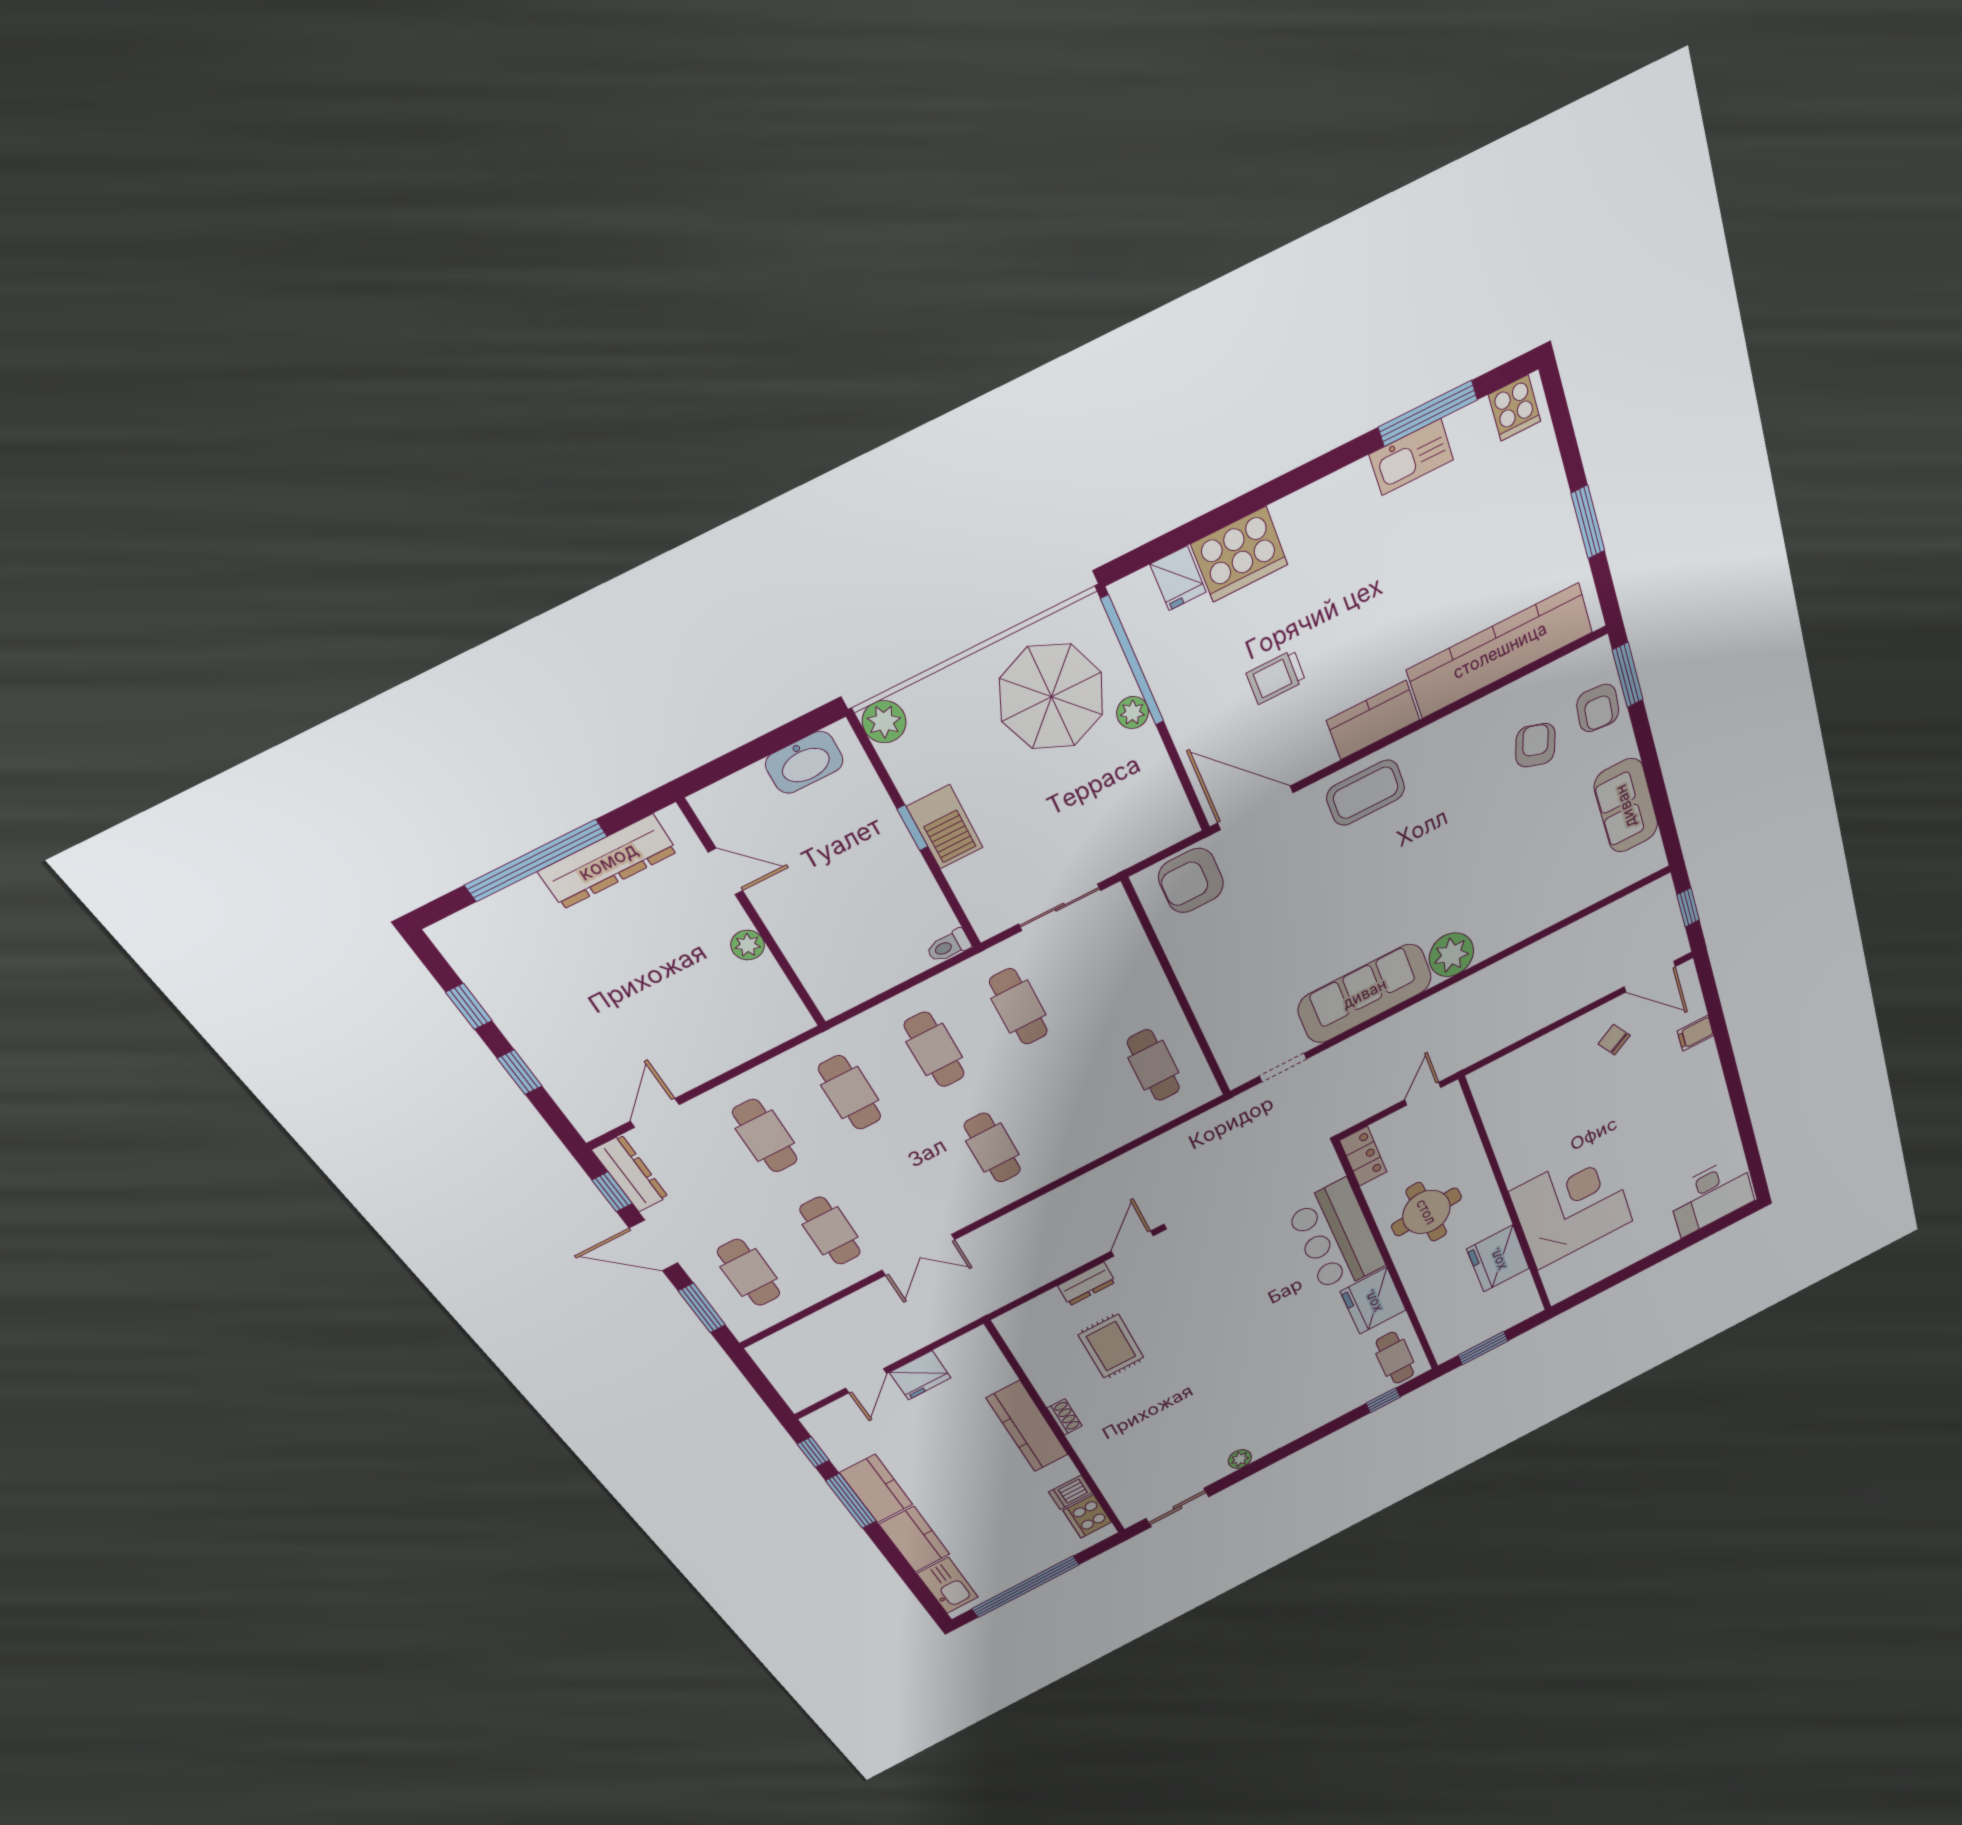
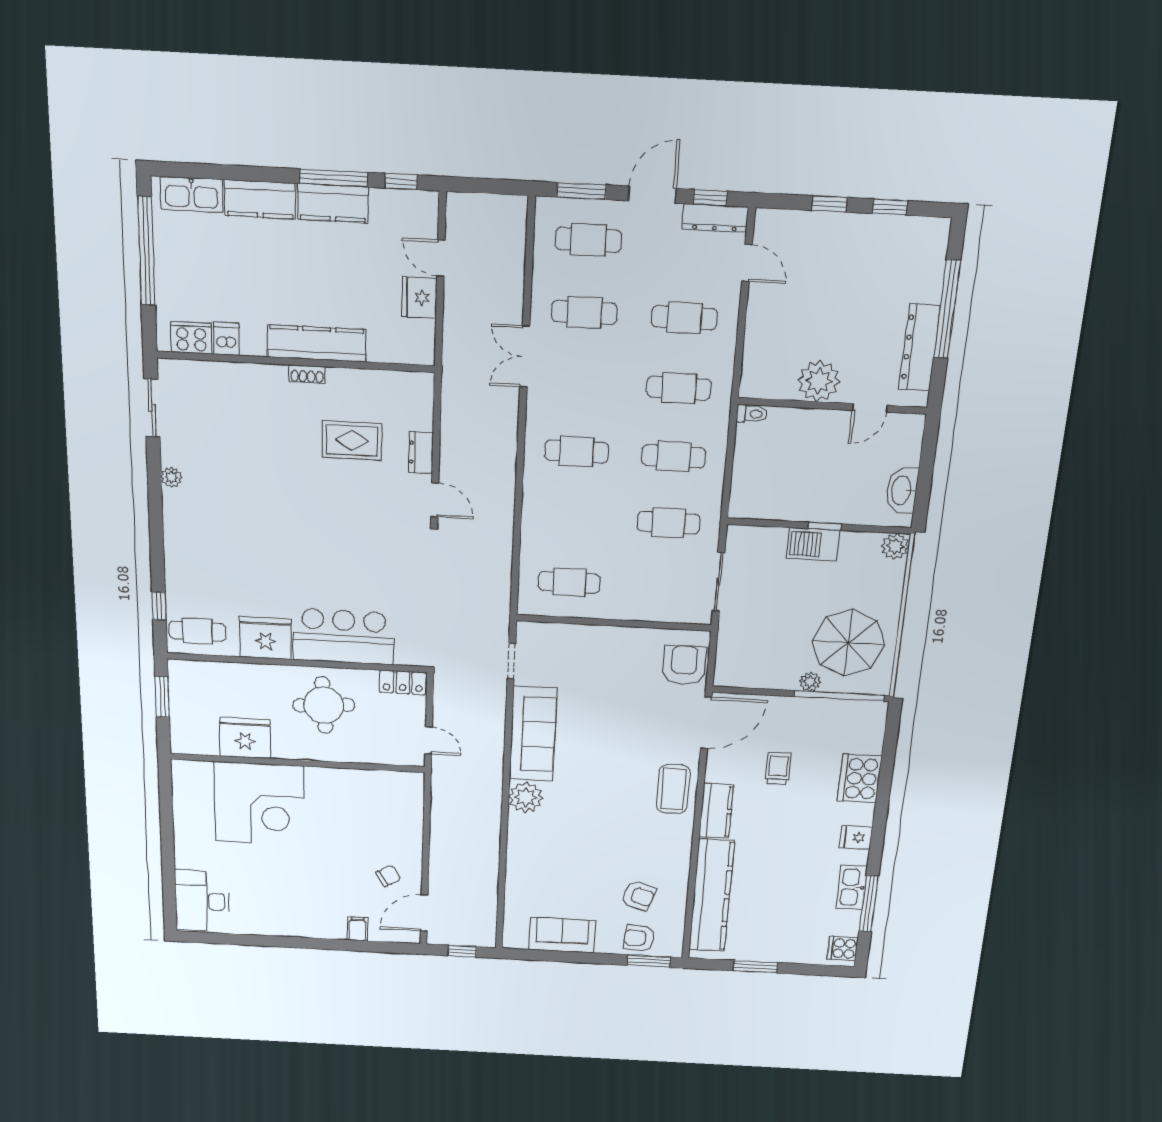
fridge: (1178, 578) -> (856, 837), moved
plant: (748, 945) -> (819, 381), width x1.87, depth x1.87
toilet: (949, 946) -> (752, 414), moved, turned 90

